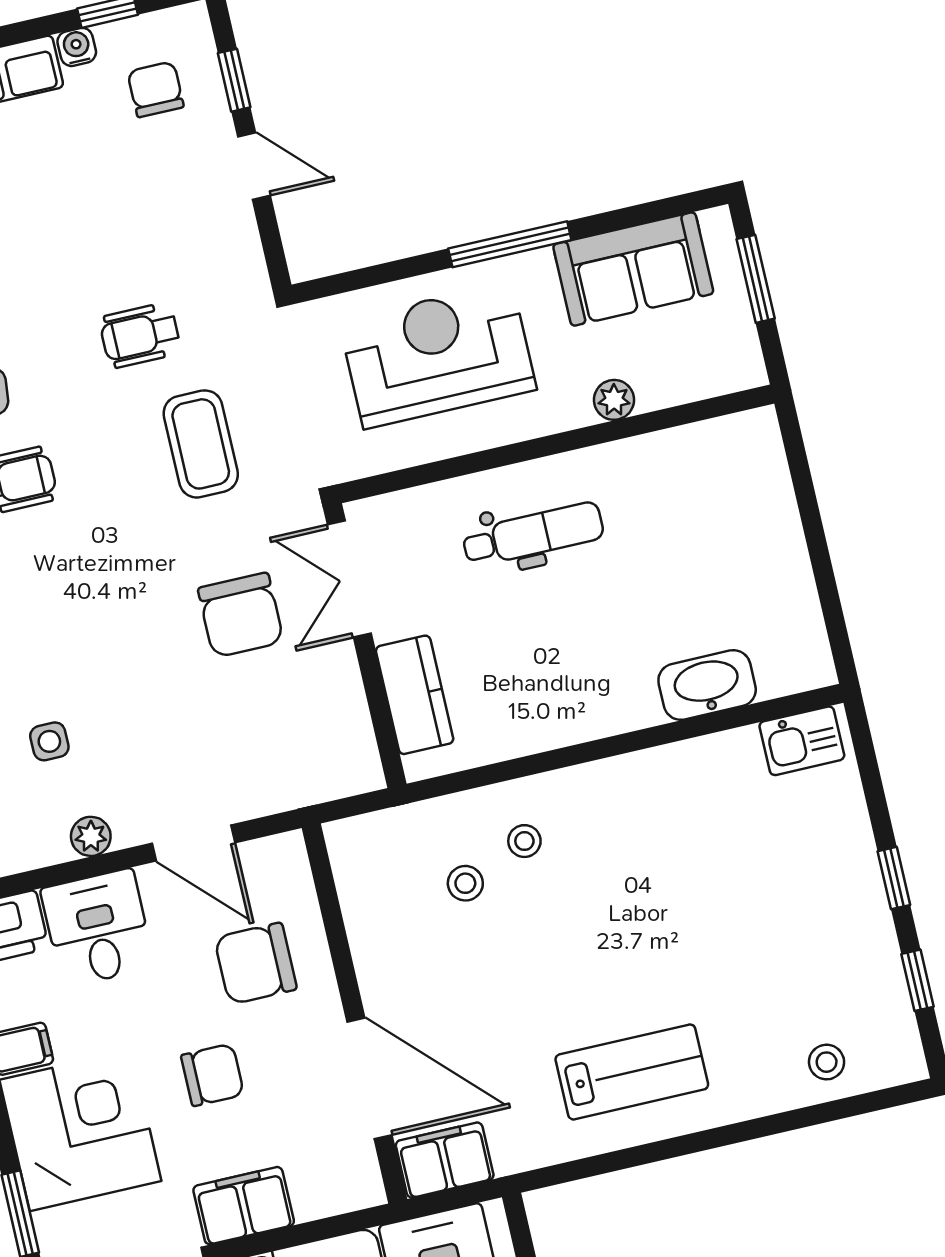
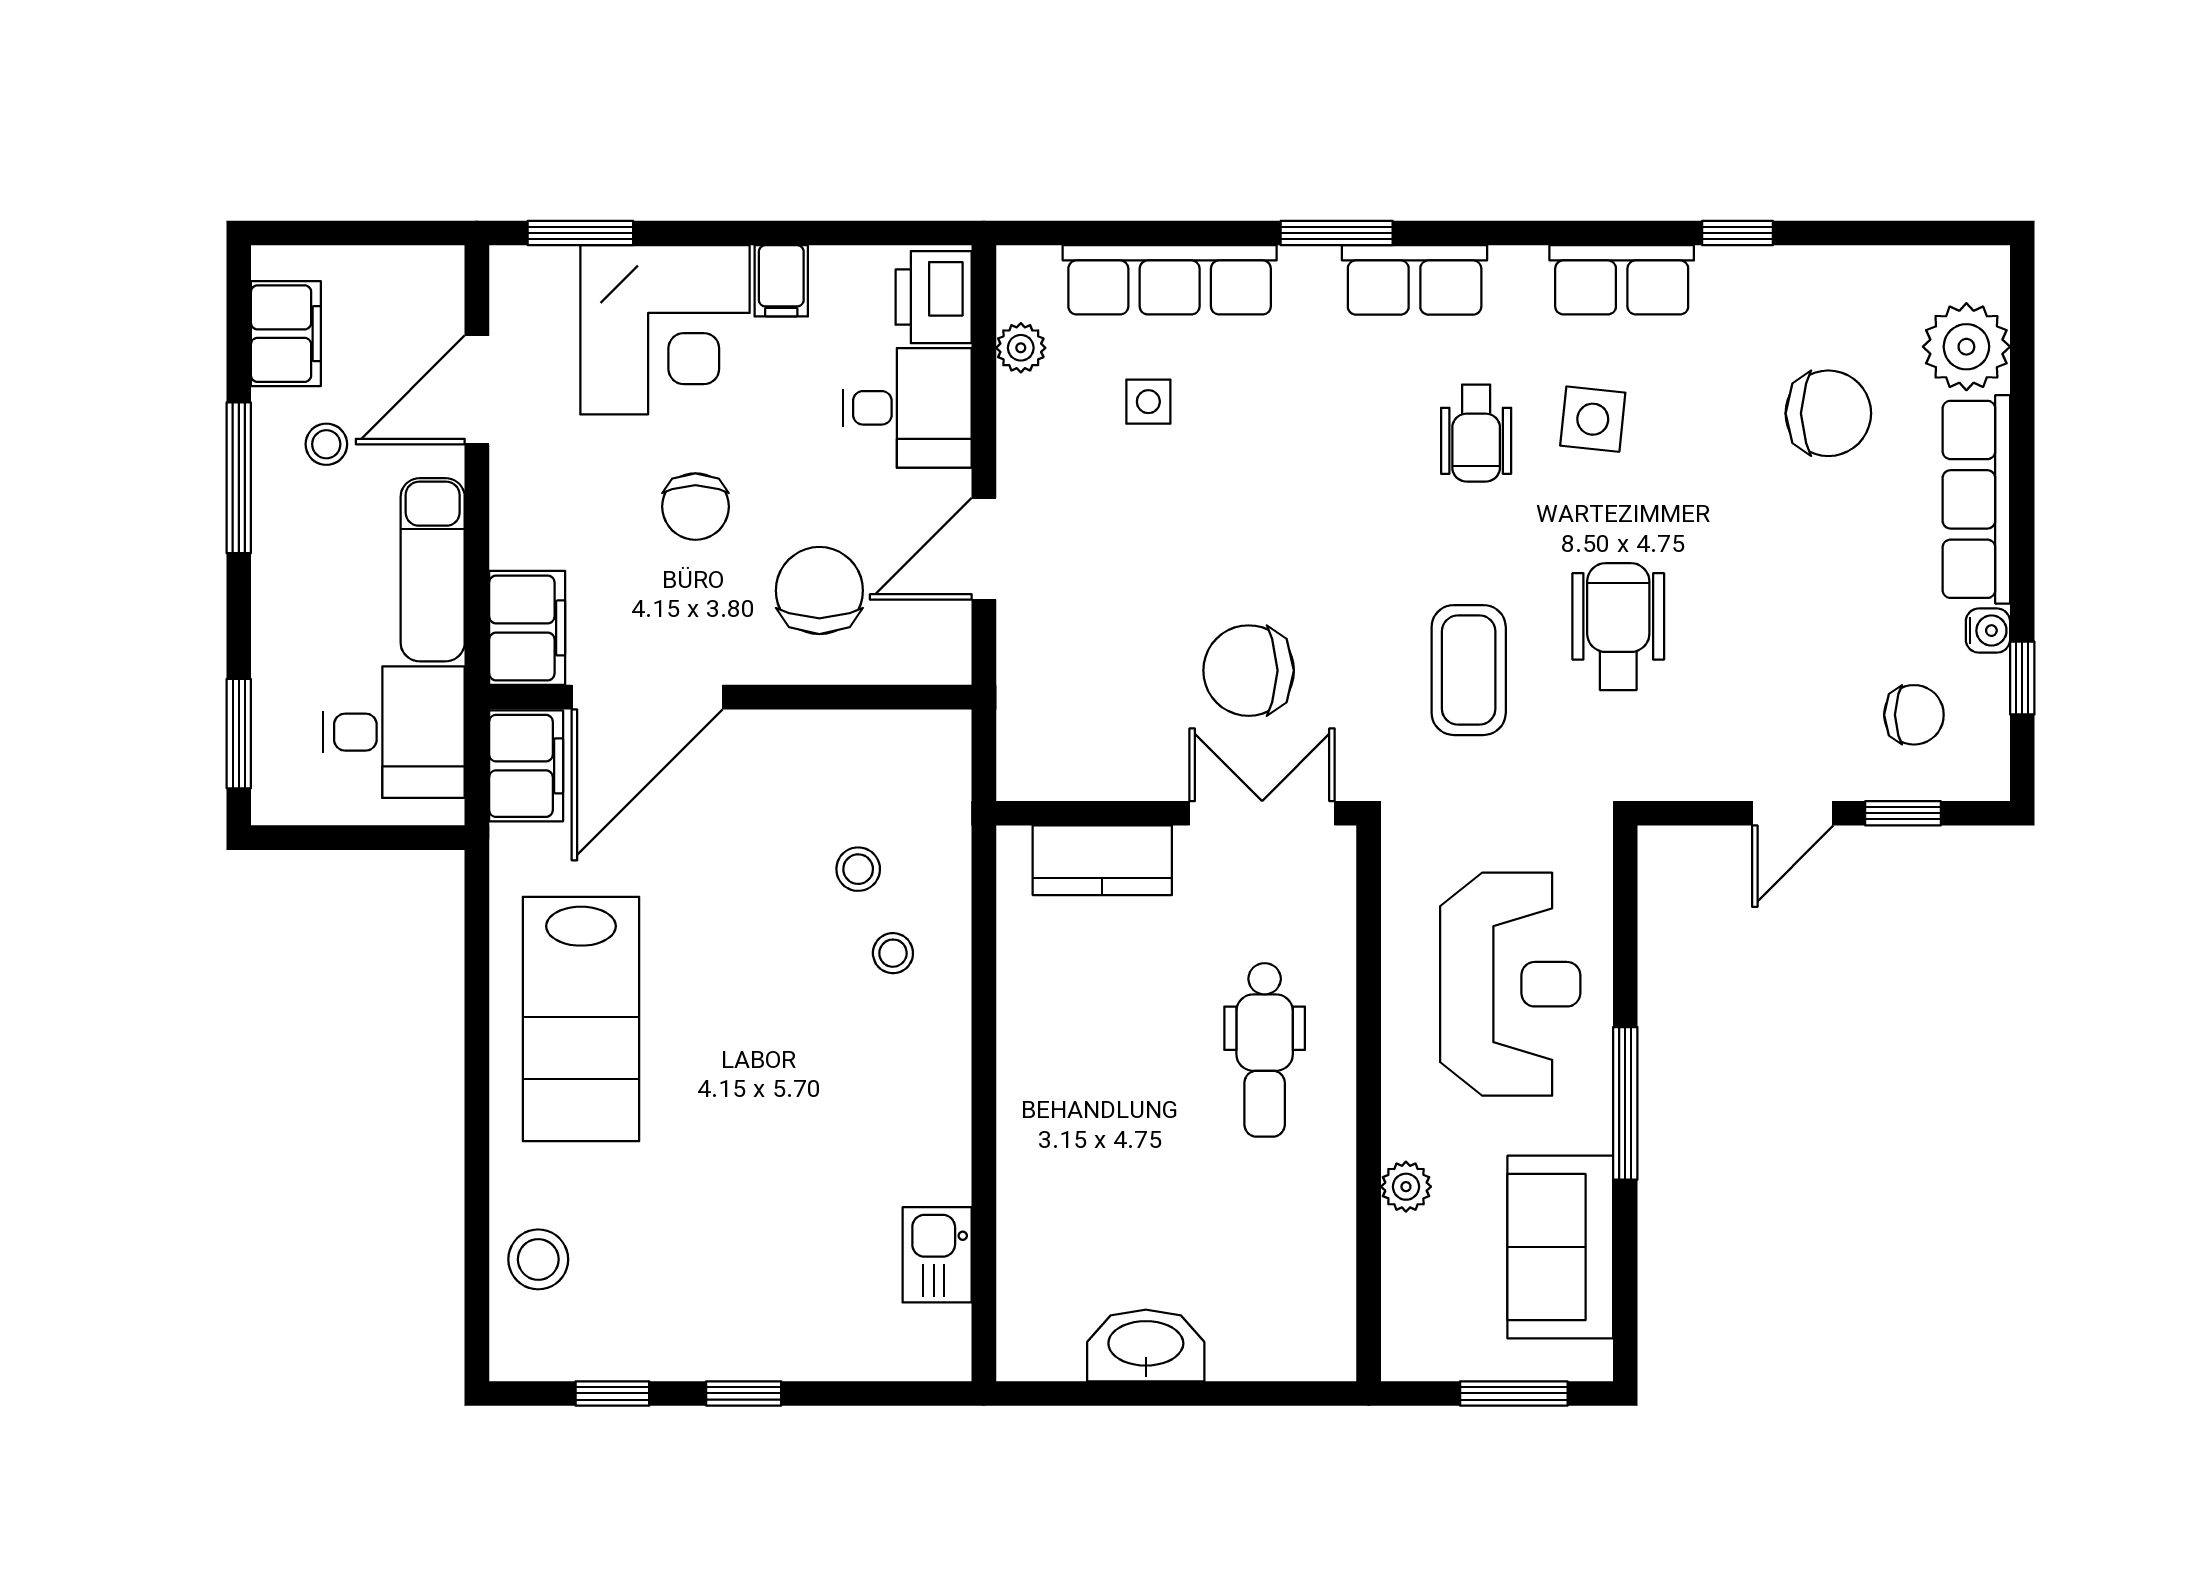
wheelchair: (140, 335) -> (1618, 627), width x1.36, depth x1.37
coffee table: (201, 444) -> (1469, 670), turned 90
washbasin: (707, 685) -> (1146, 1345), moved, turned -90
kitchen sink: (802, 741) -> (937, 1255), moved
plant: (91, 836) -> (1021, 348), moved
stool: (827, 1062) -> (538, 1259), width x1.37, depth x1.37
lab bench: (632, 1072) -> (581, 1019), width x1.36, depth x1.39
filing cabinet: (244, 1206) -> (527, 628), moved

